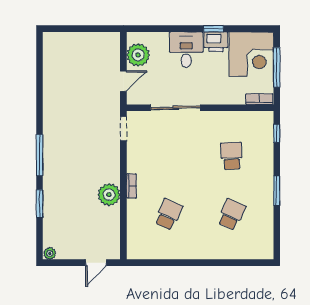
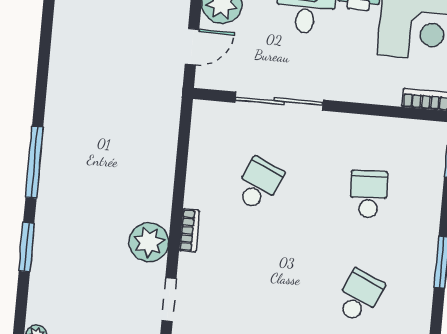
doorway: (123, 129) -> (169, 300), moved
school desk: (169, 214) -> (259, 184), moved

